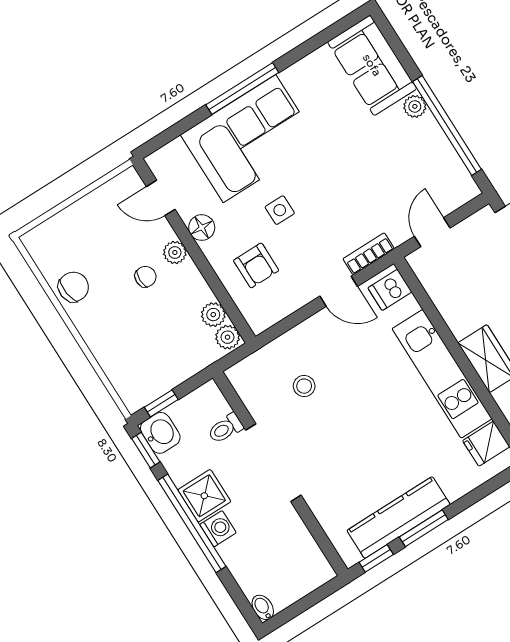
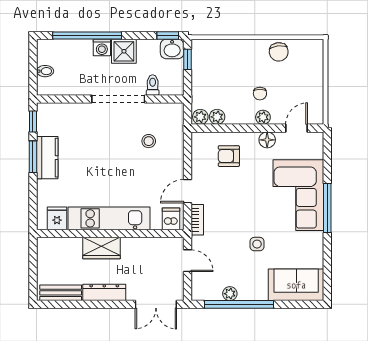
plant: (415, 106) -> (230, 294), moved
side table: (280, 210) -> (257, 244), moved
kitchen counter: (399, 517) -> (47, 158), width x0.67
window: (192, 523) -> (87, 35), moved
bidet: (263, 607) -> (45, 71), moved

